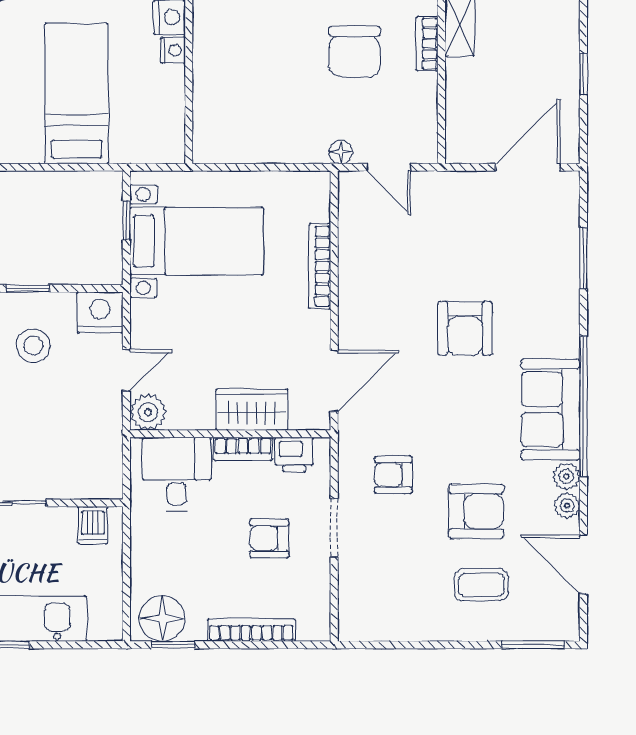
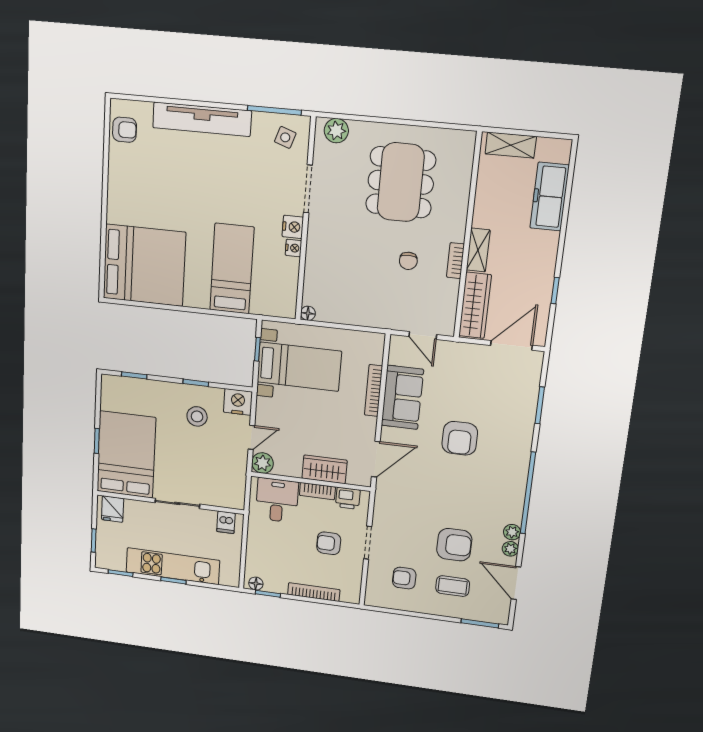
chair: (355, 52) -> (408, 261), width x0.54, depth x0.54
wardrobe: (465, 110) -> (475, 305), added
floor lamp: (341, 152) -> (308, 313), moved
sofa: (551, 409) -> (402, 397), moved, turned 180
armchair: (393, 475) -> (404, 578), moved
floor lamp: (162, 619) -> (256, 584), width x0.53, depth x0.53

